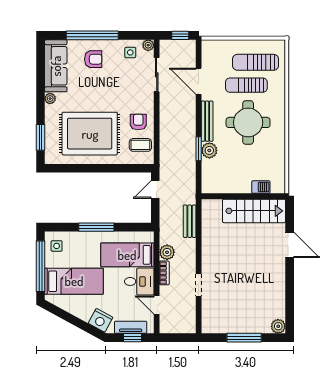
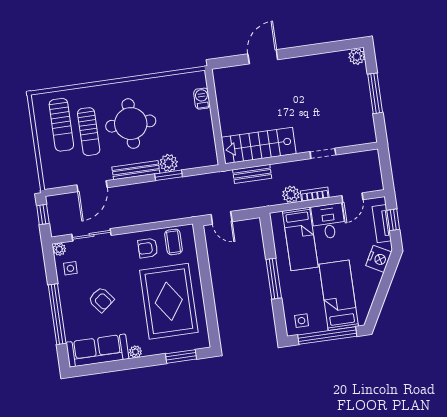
armchair: (93, 59) -> (101, 300), moved, turned 142
stairs: (254, 211) -> (259, 146), moved, turned -90

